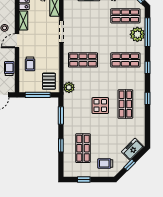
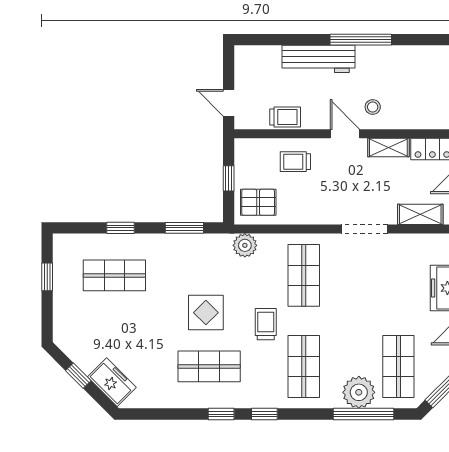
window: (148, 67) -> (264, 414), moved
window: (38, 95) -> (229, 178), width x0.46
trolley: (105, 164) -> (266, 324), moved

